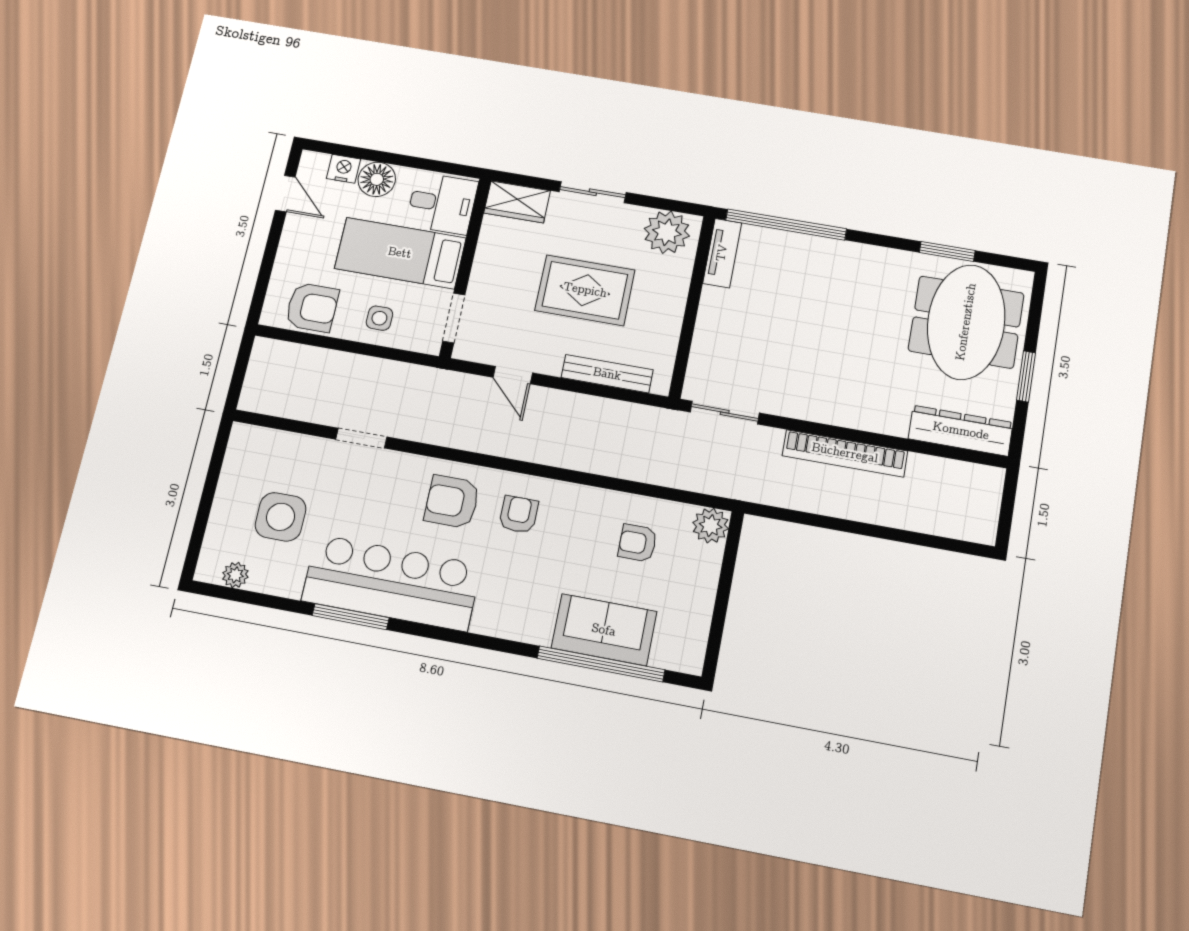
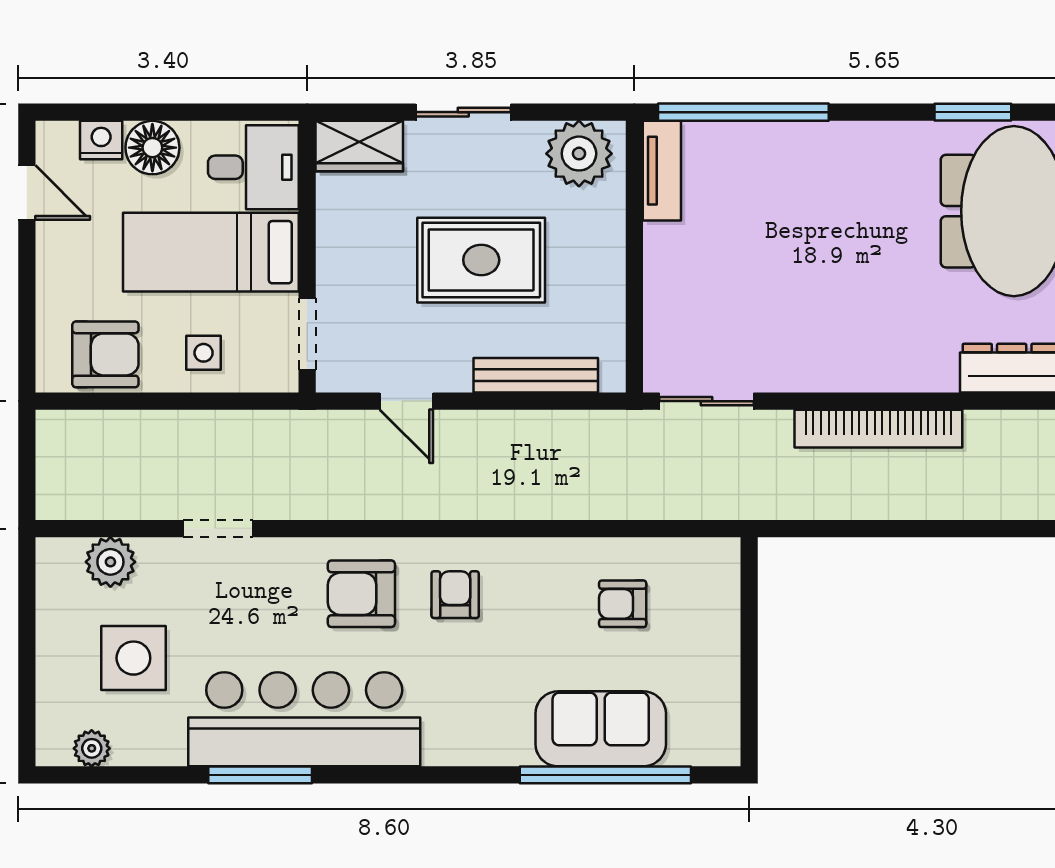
plant: (711, 526) -> (110, 562), moved

